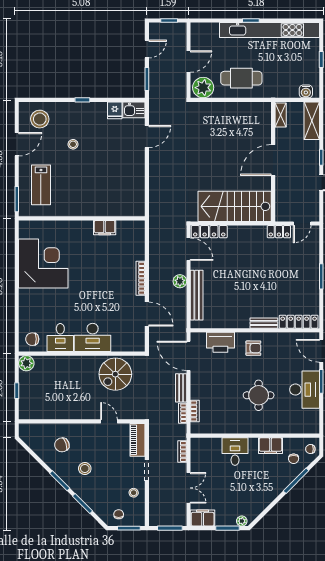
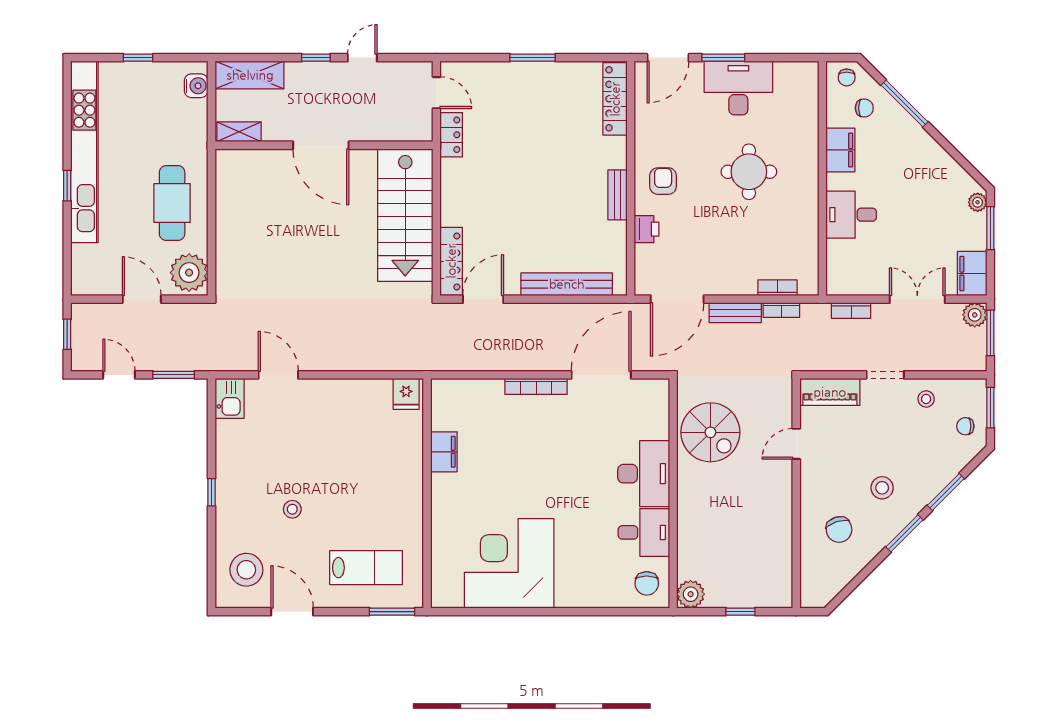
fridge: (115, 110) -> (406, 394), moved, turned 90
plant: (180, 281) -> (975, 315), moved
door: (147, 314) -> (601, 375), width x1.36
bench: (264, 323) -> (617, 195), moved
printer: (220, 342) -> (646, 229), width x0.53, depth x0.68

